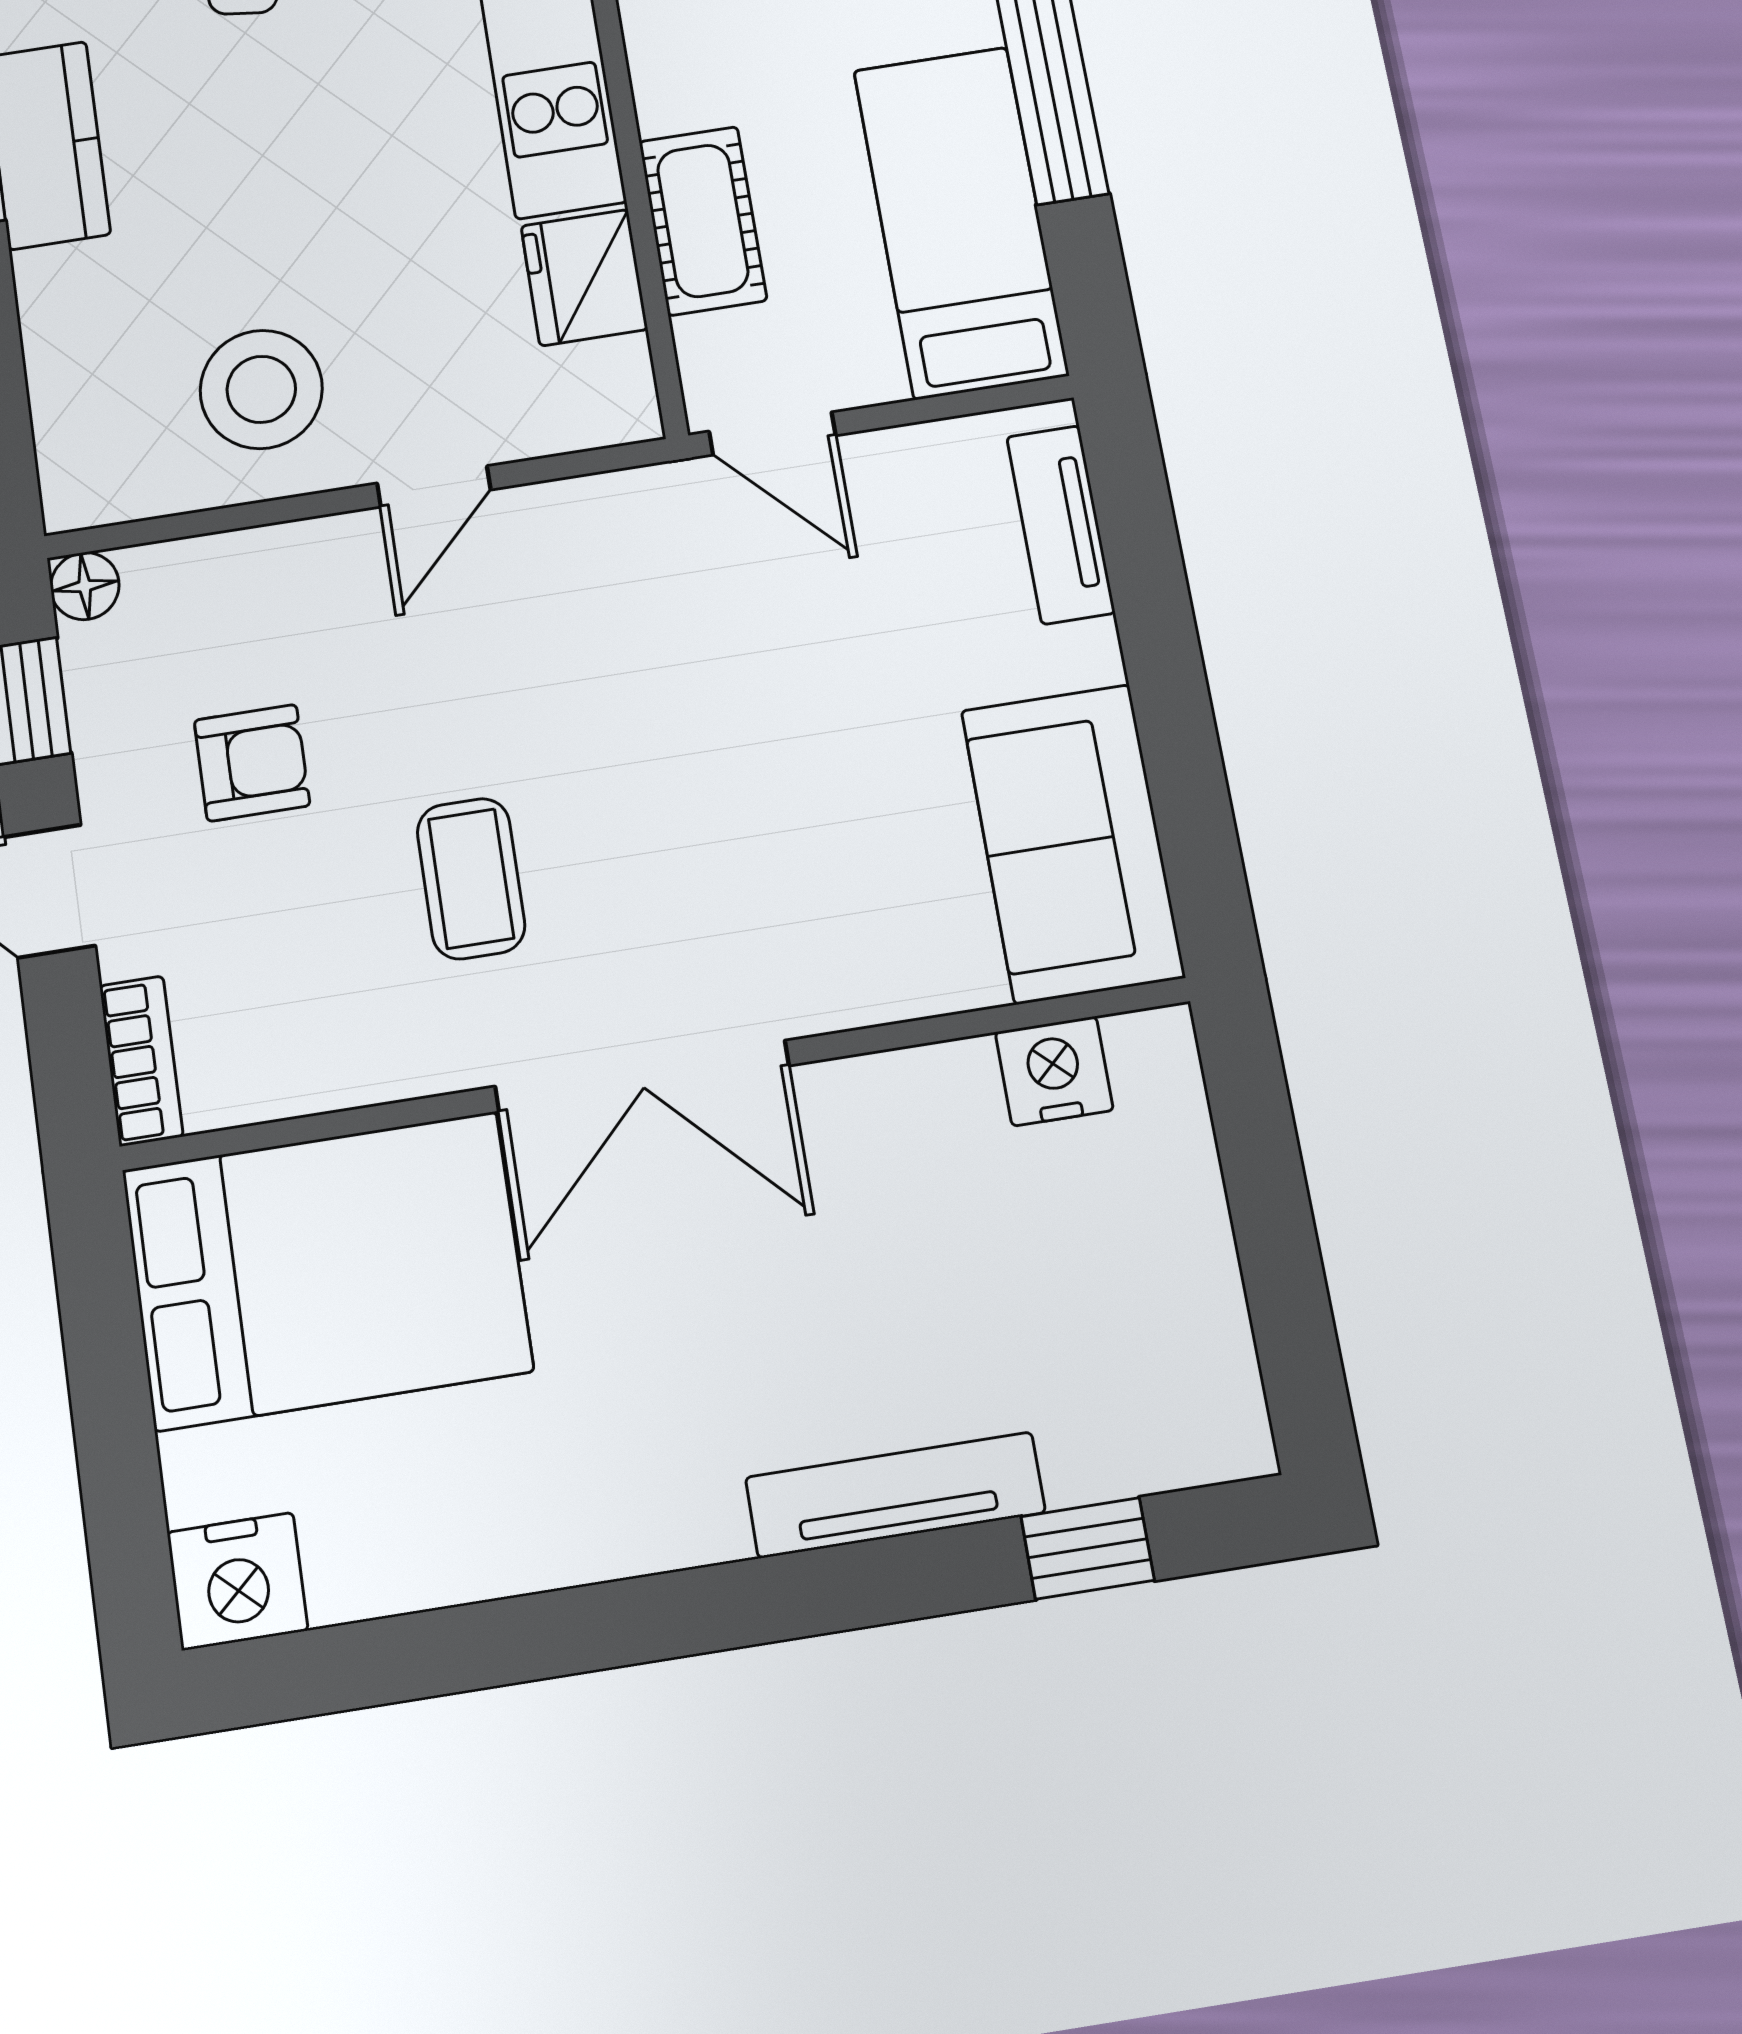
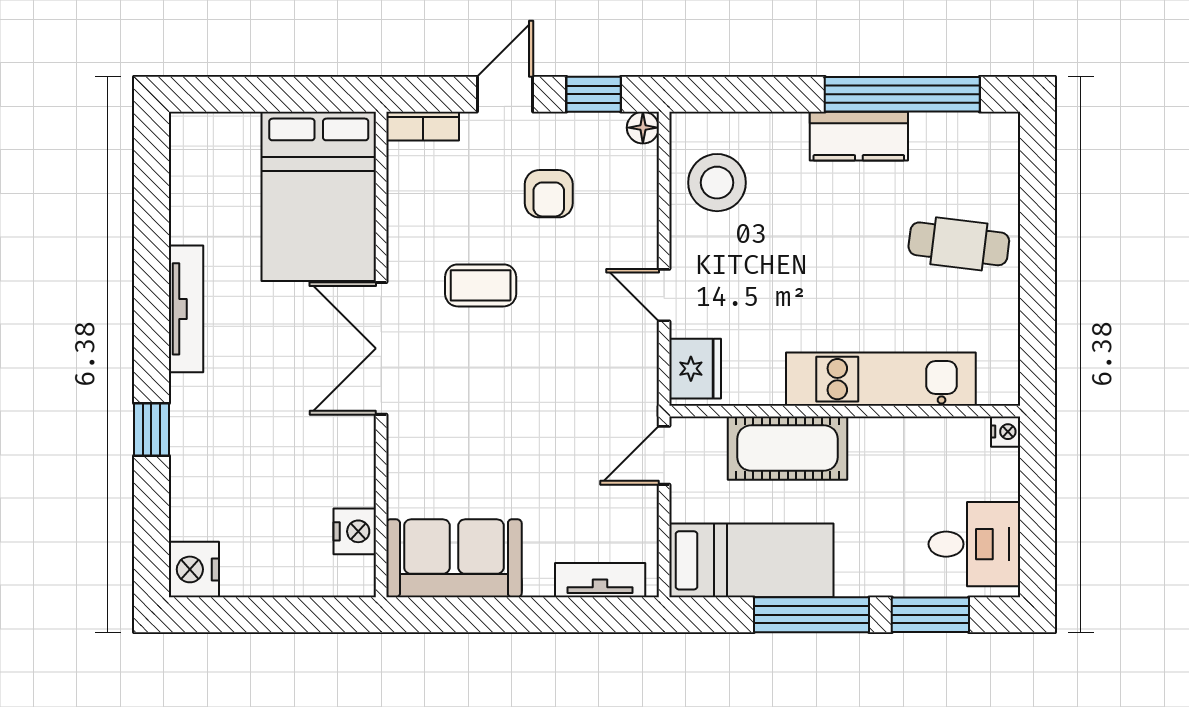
cot: (703, 221) -> (788, 448), width x1.37, depth x1.34
fridge: (584, 278) -> (695, 369), moved, turned 90
stool: (261, 389) -> (717, 183), moved
tv unit: (895, 1495) -> (186, 309), moved
window: (1088, 1548) -> (151, 430), moved
nightstand: (237, 1581) -> (194, 569), moved

